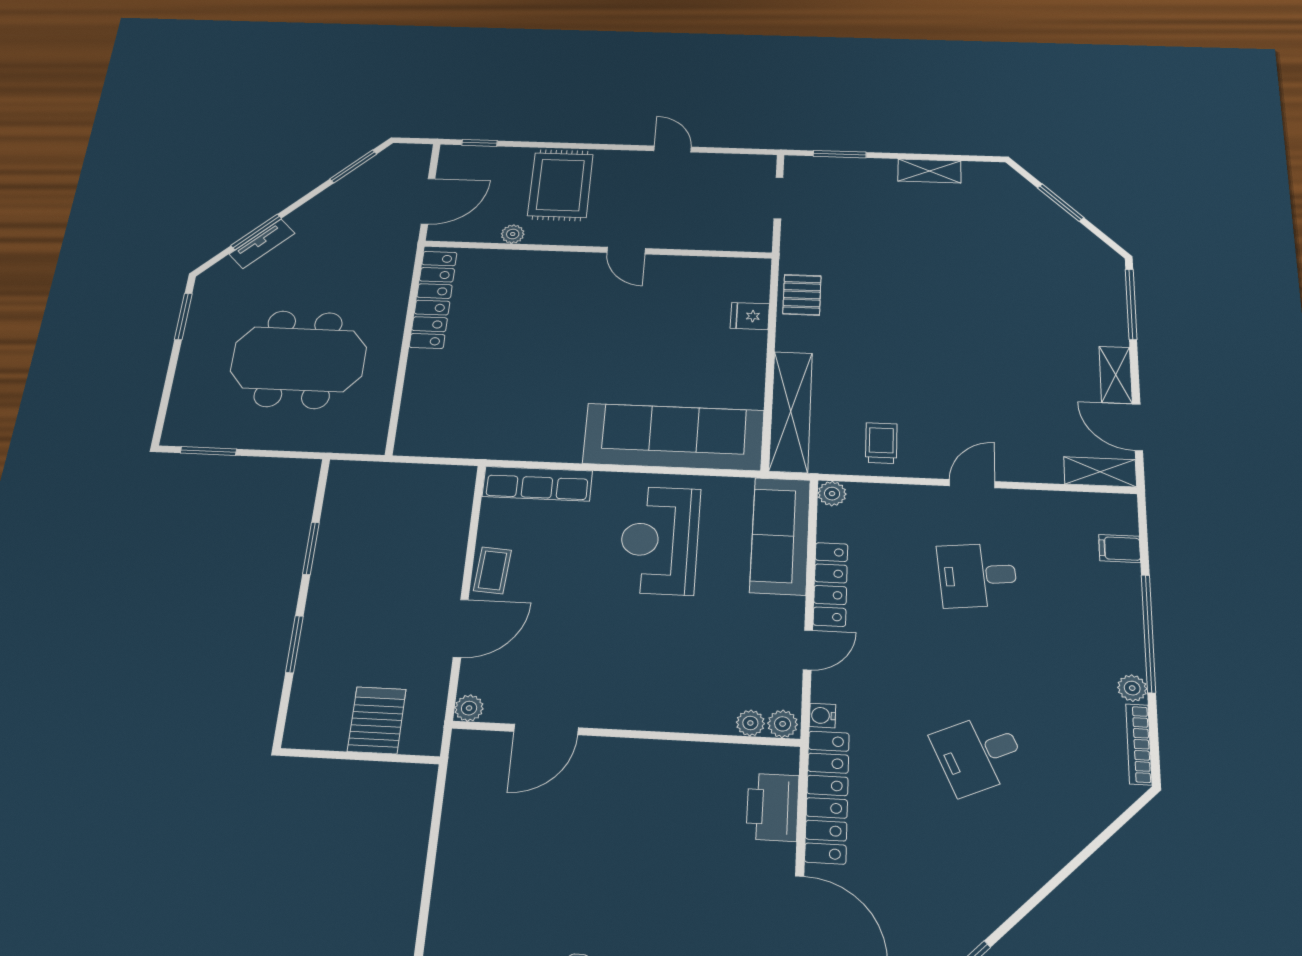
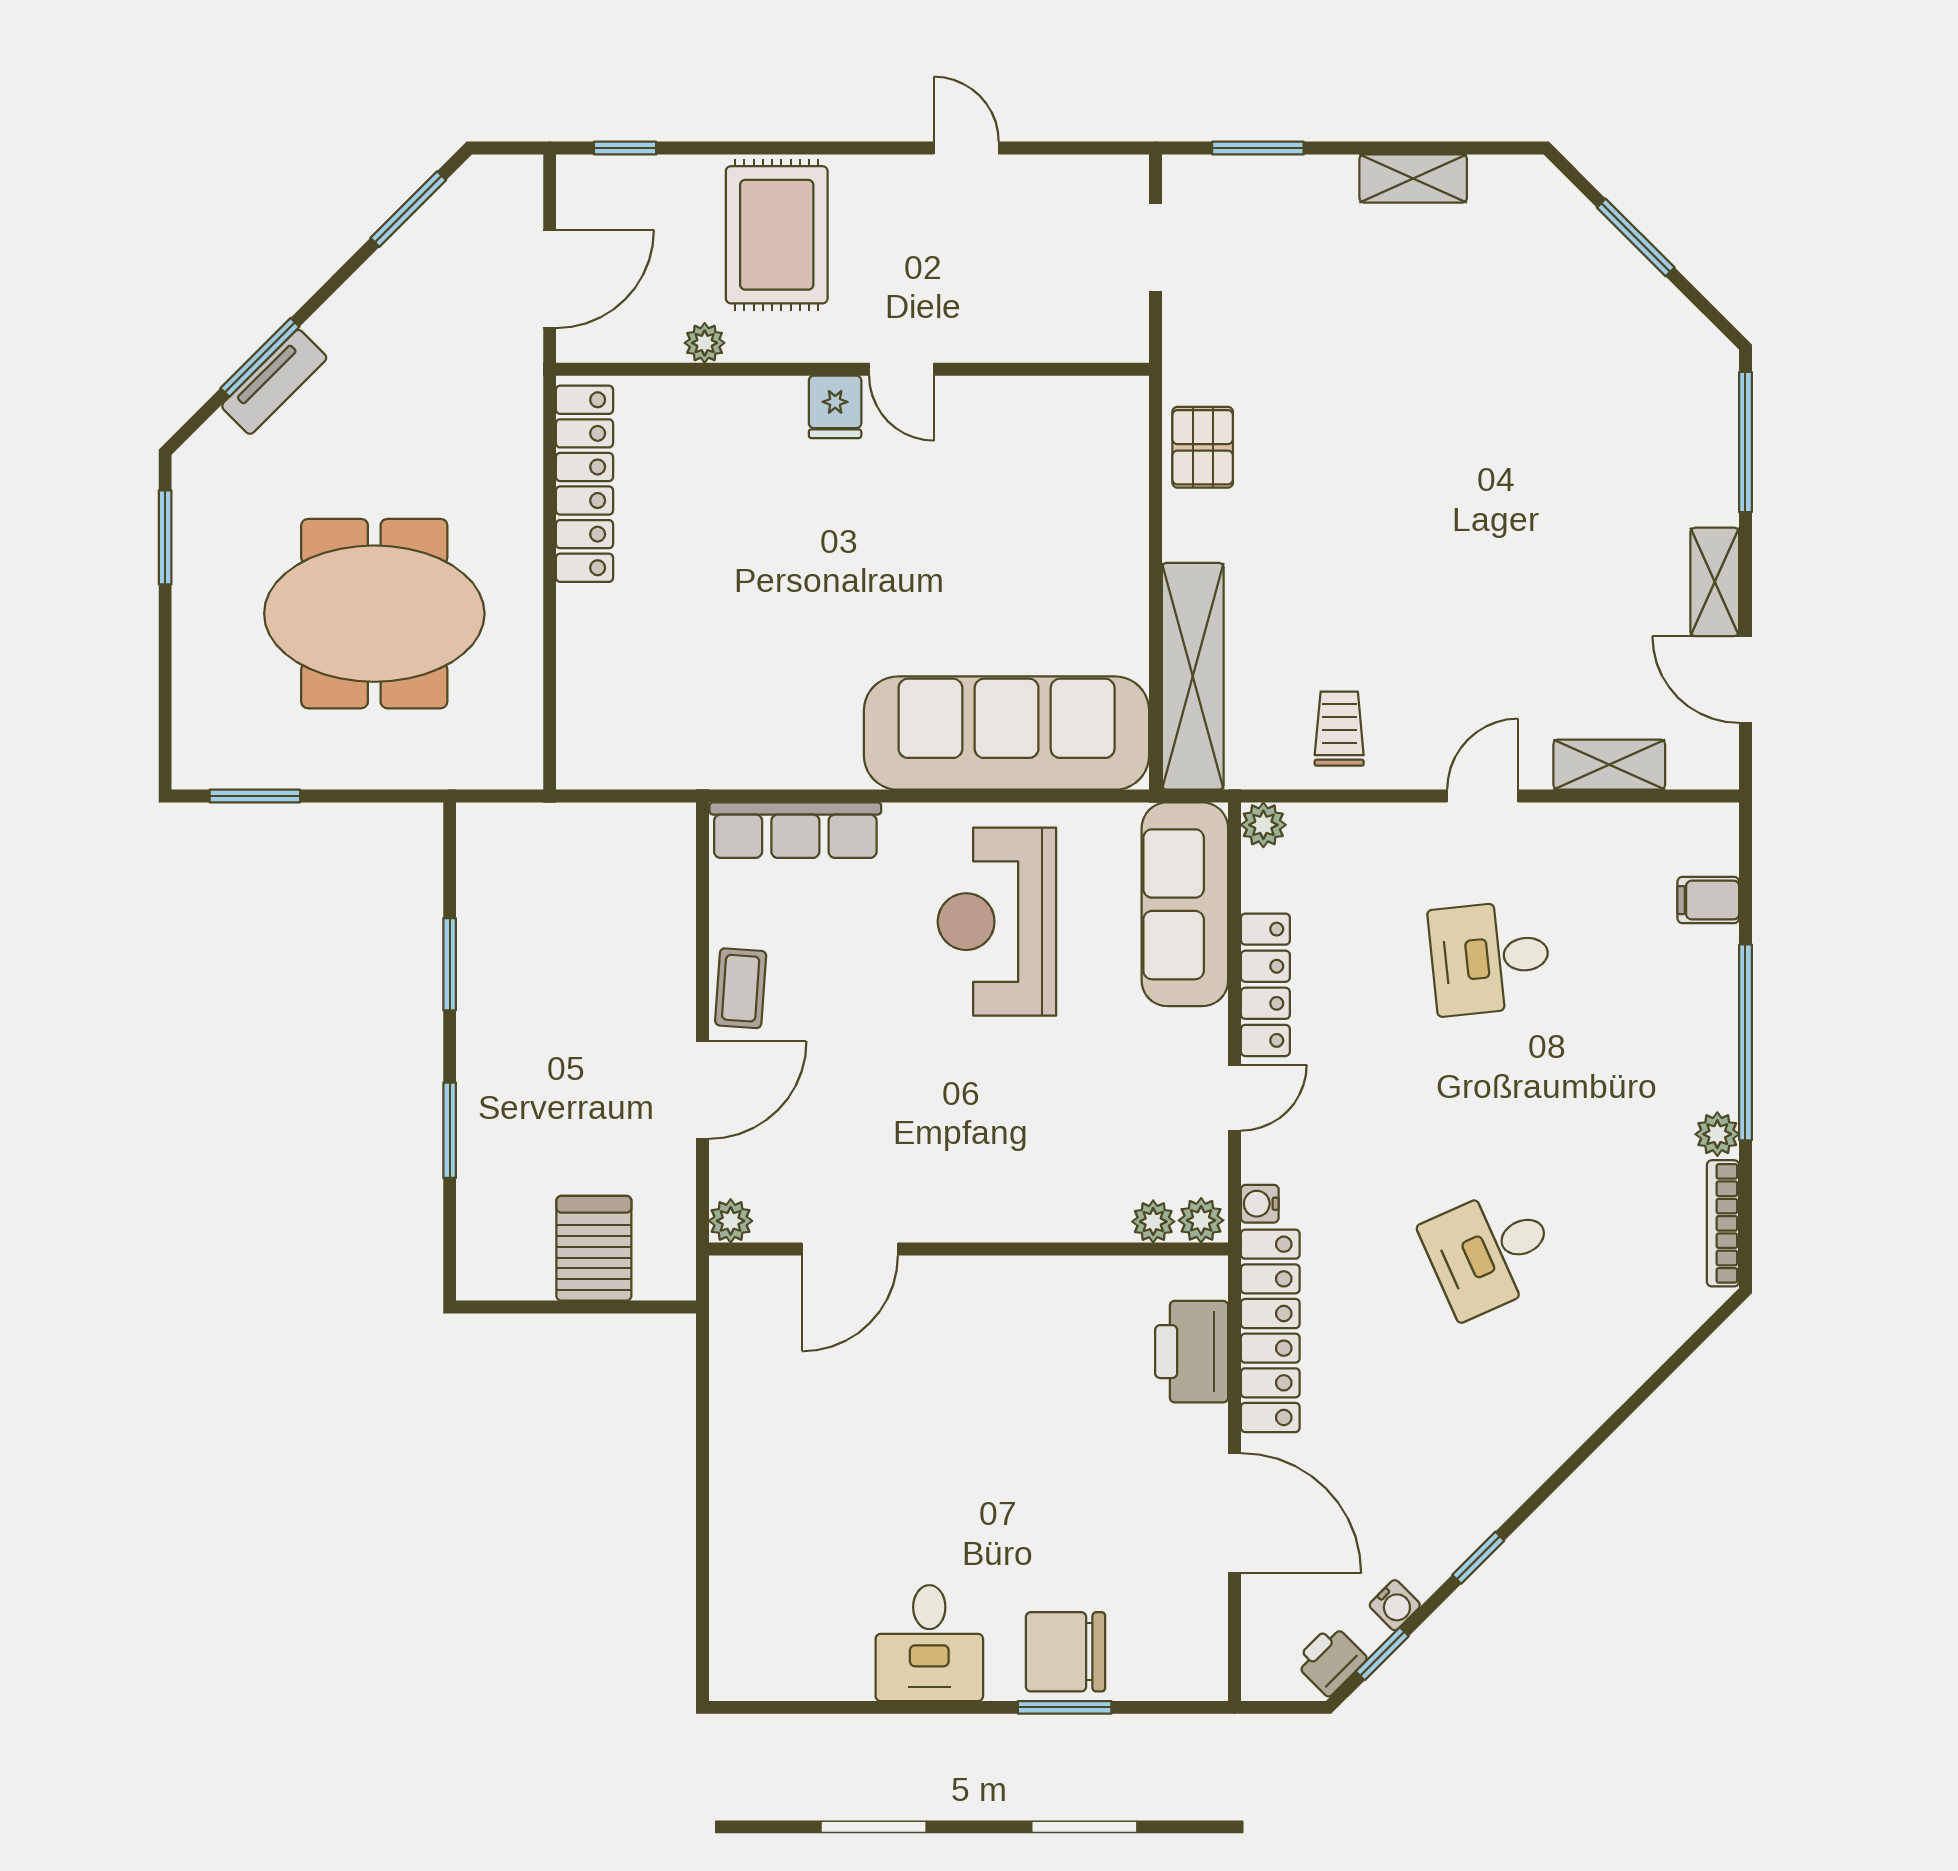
fridge: (750, 316) -> (835, 407), moved, turned -90
shelving: (1100, 472) -> (1609, 765), moved

